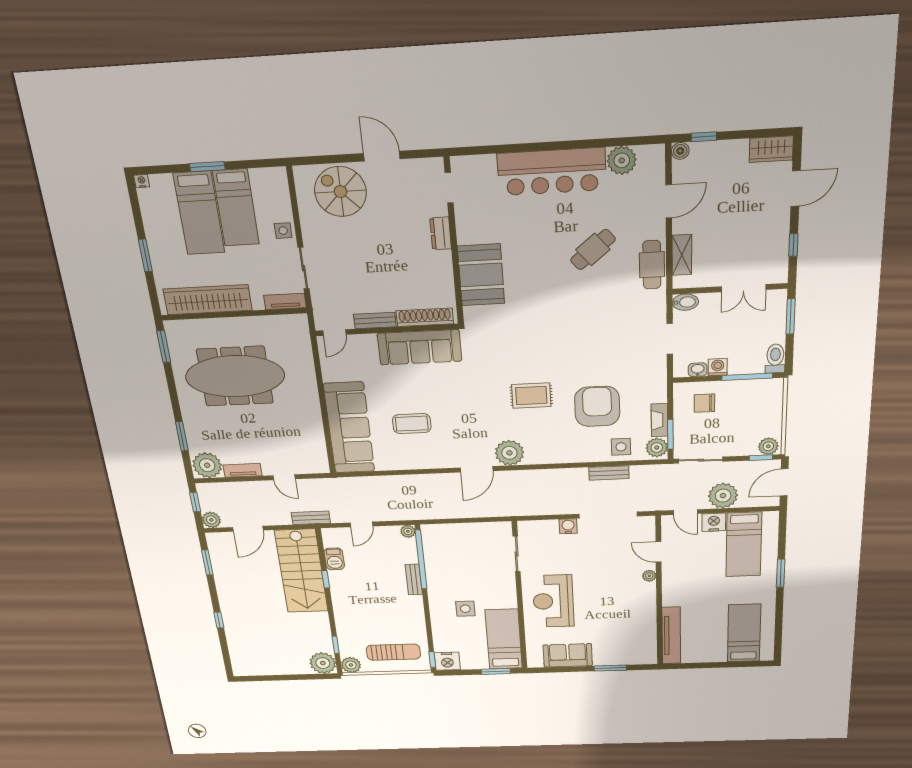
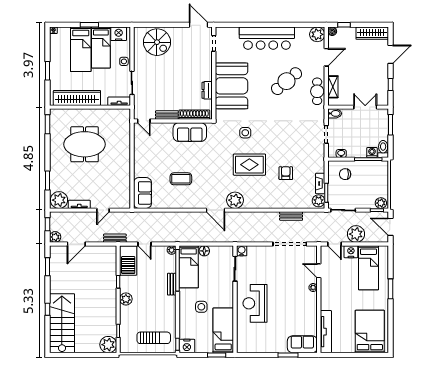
wardrobe: (771, 149) -> (372, 33), width x1.50
door: (382, 156) -> (199, 25), moved
plant: (622, 160) -> (317, 34), moved
nightstand: (265, 180) -> (119, 34), added
spiral stairs: (340, 192) -> (157, 42), turned 180
dresser: (441, 233) -> (207, 90), moved
cafe table: (593, 250) -> (286, 81), width x1.37, depth x1.35
booth: (481, 275) -> (231, 86), width x1.36, depth x1.42
double door: (744, 288) -> (365, 107), swing flipped
door: (334, 333) -> (144, 121), hinge flipped
sofa: (420, 347) -> (190, 132), width x0.73
washing machine: (718, 367) -> (372, 152), moved
meeting table: (235, 376) -> (85, 144), width x0.73
rug: (531, 396) -> (249, 165), width x1.36, depth x1.43
armchair: (597, 406) -> (286, 173), width x0.53, depth x0.53
sofa: (349, 428) -> (142, 193), width x0.54, depth x0.79
side table: (621, 447) -> (245, 133), moved
door: (477, 469) -> (215, 210), hinge flipped
door: (284, 477) -> (103, 210), hinge flipped
door: (784, 482) -> (390, 227), hinge flipped
door: (361, 524) -> (145, 244), hinge flipped
water cooler: (568, 526) -> (242, 251), moved
floor lamp: (463, 530) -> (204, 251), added
bed: (439, 554) -> (189, 267), added
barbecue: (334, 559) -> (128, 261), width x1.88, depth x1.53
stairs: (301, 571) -> (62, 323), moved, turned 180
bed: (744, 633) -> (370, 332), width x1.50
sofa: (568, 655) -> (302, 344), moved
plant: (351, 665) -> (126, 299), moved

